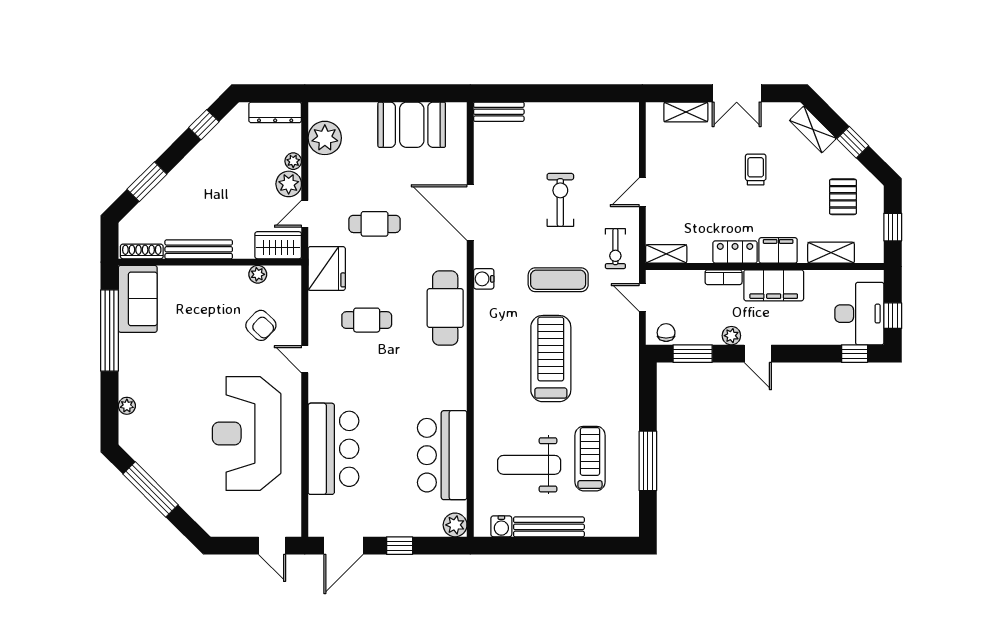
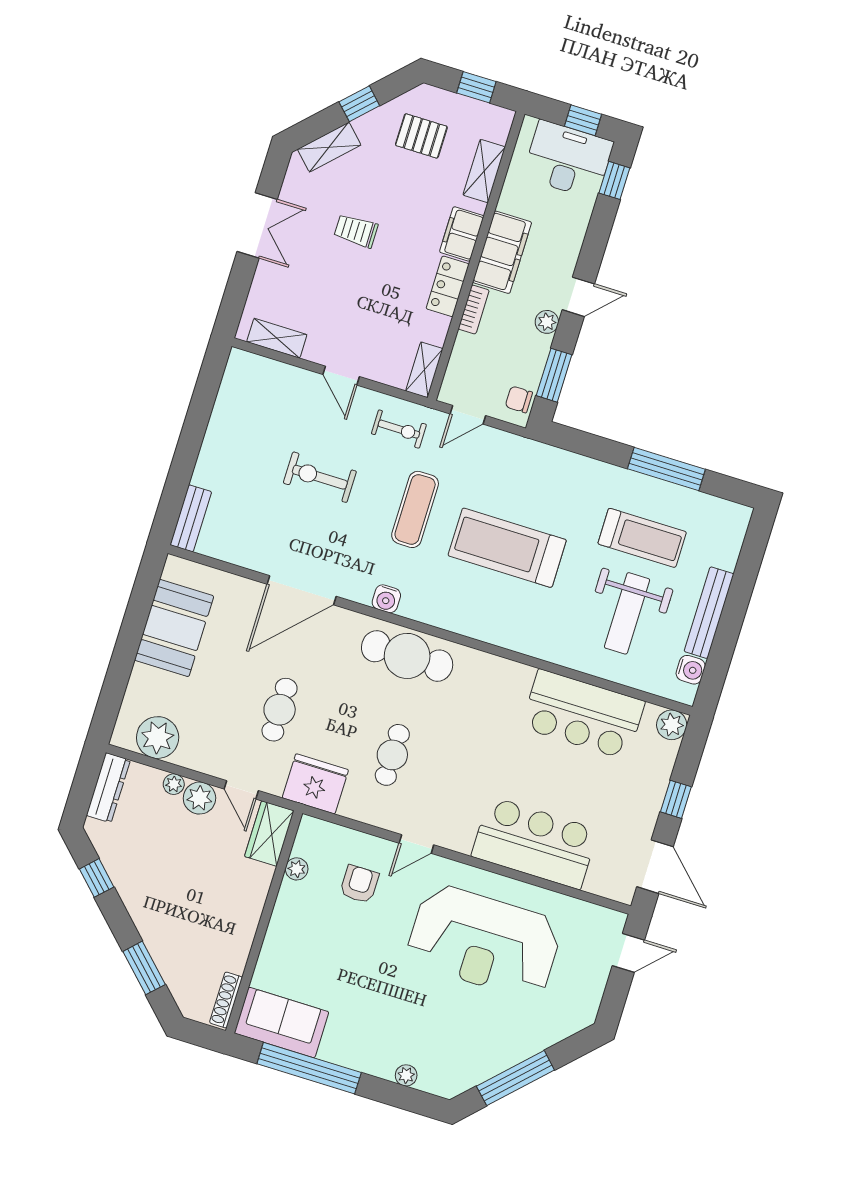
shelving: (686, 112) -> (277, 338), moved, turned 90
bench: (199, 249) -> (245, 931), removed
armchair: (261, 325) -> (359, 884), turned -44
treadmill: (590, 459) -> (642, 538), turned 180

